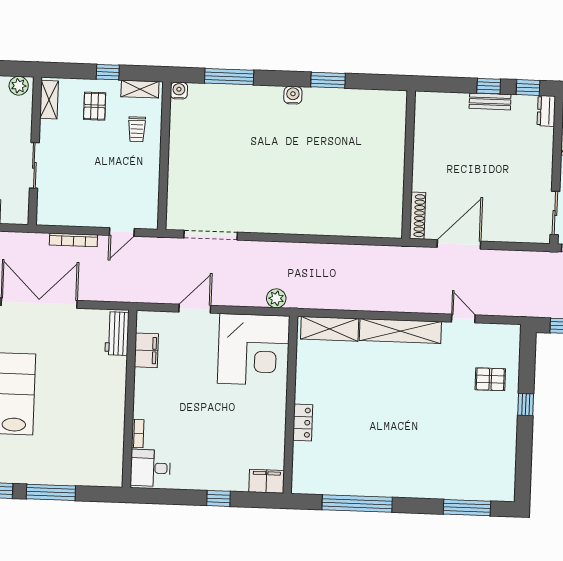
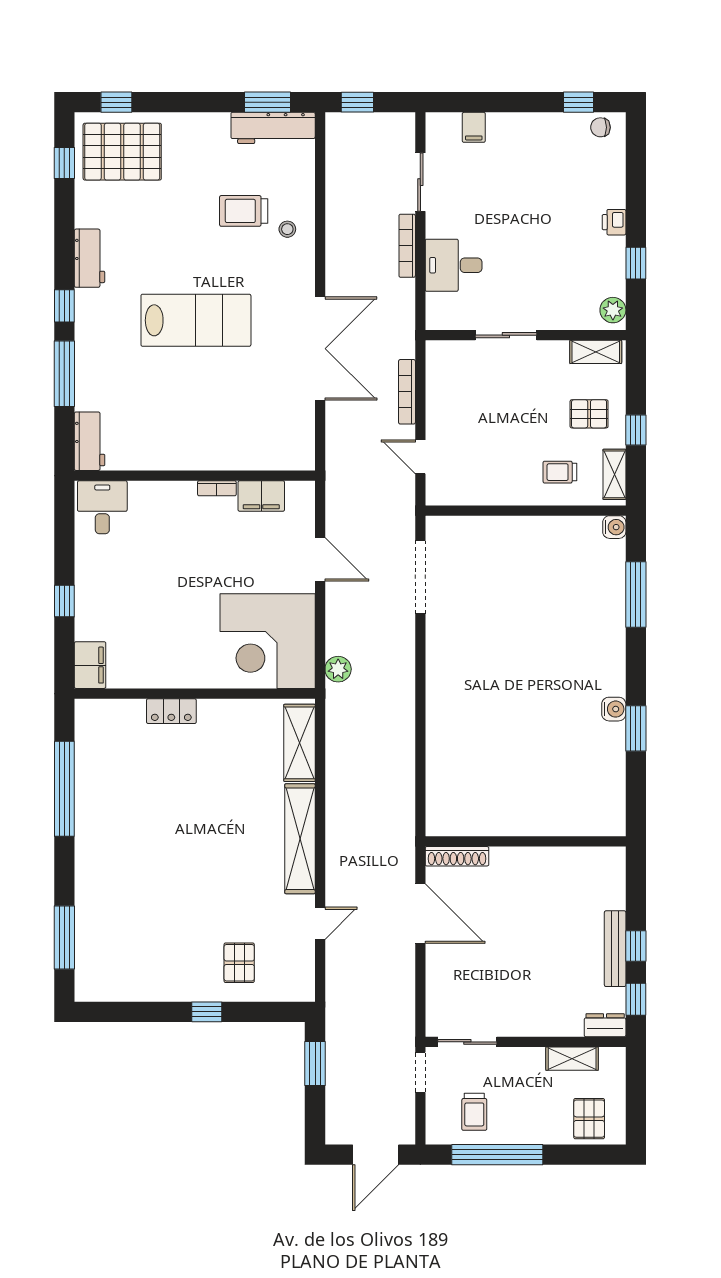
water cooler: (293, 95) -> (614, 709), moved
bench: (490, 101) -> (615, 949), width x1.36
workbench: (117, 333) -> (90, 441), moved, turned 90
bookcase: (138, 434) -> (217, 488), moved

